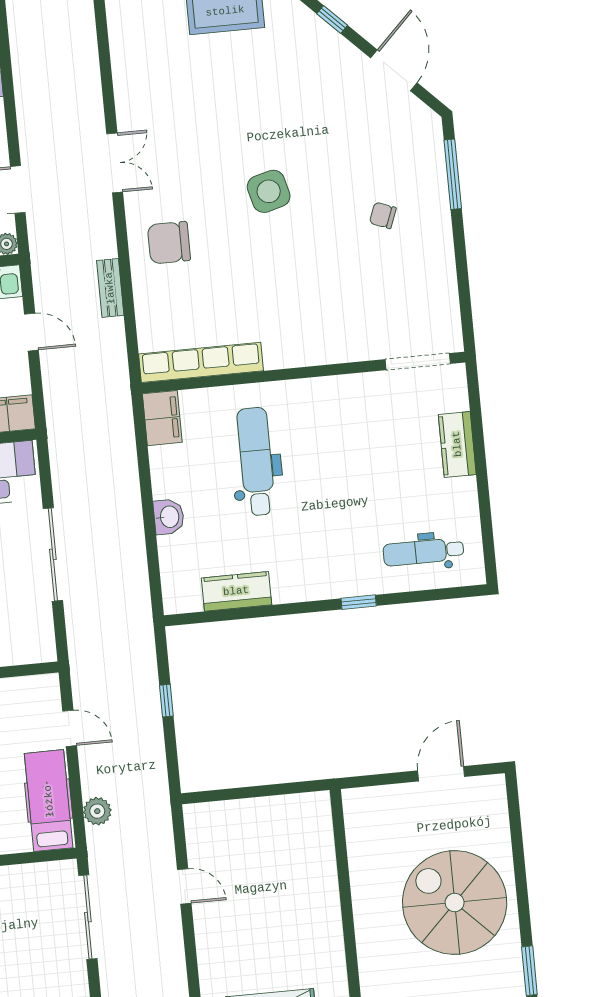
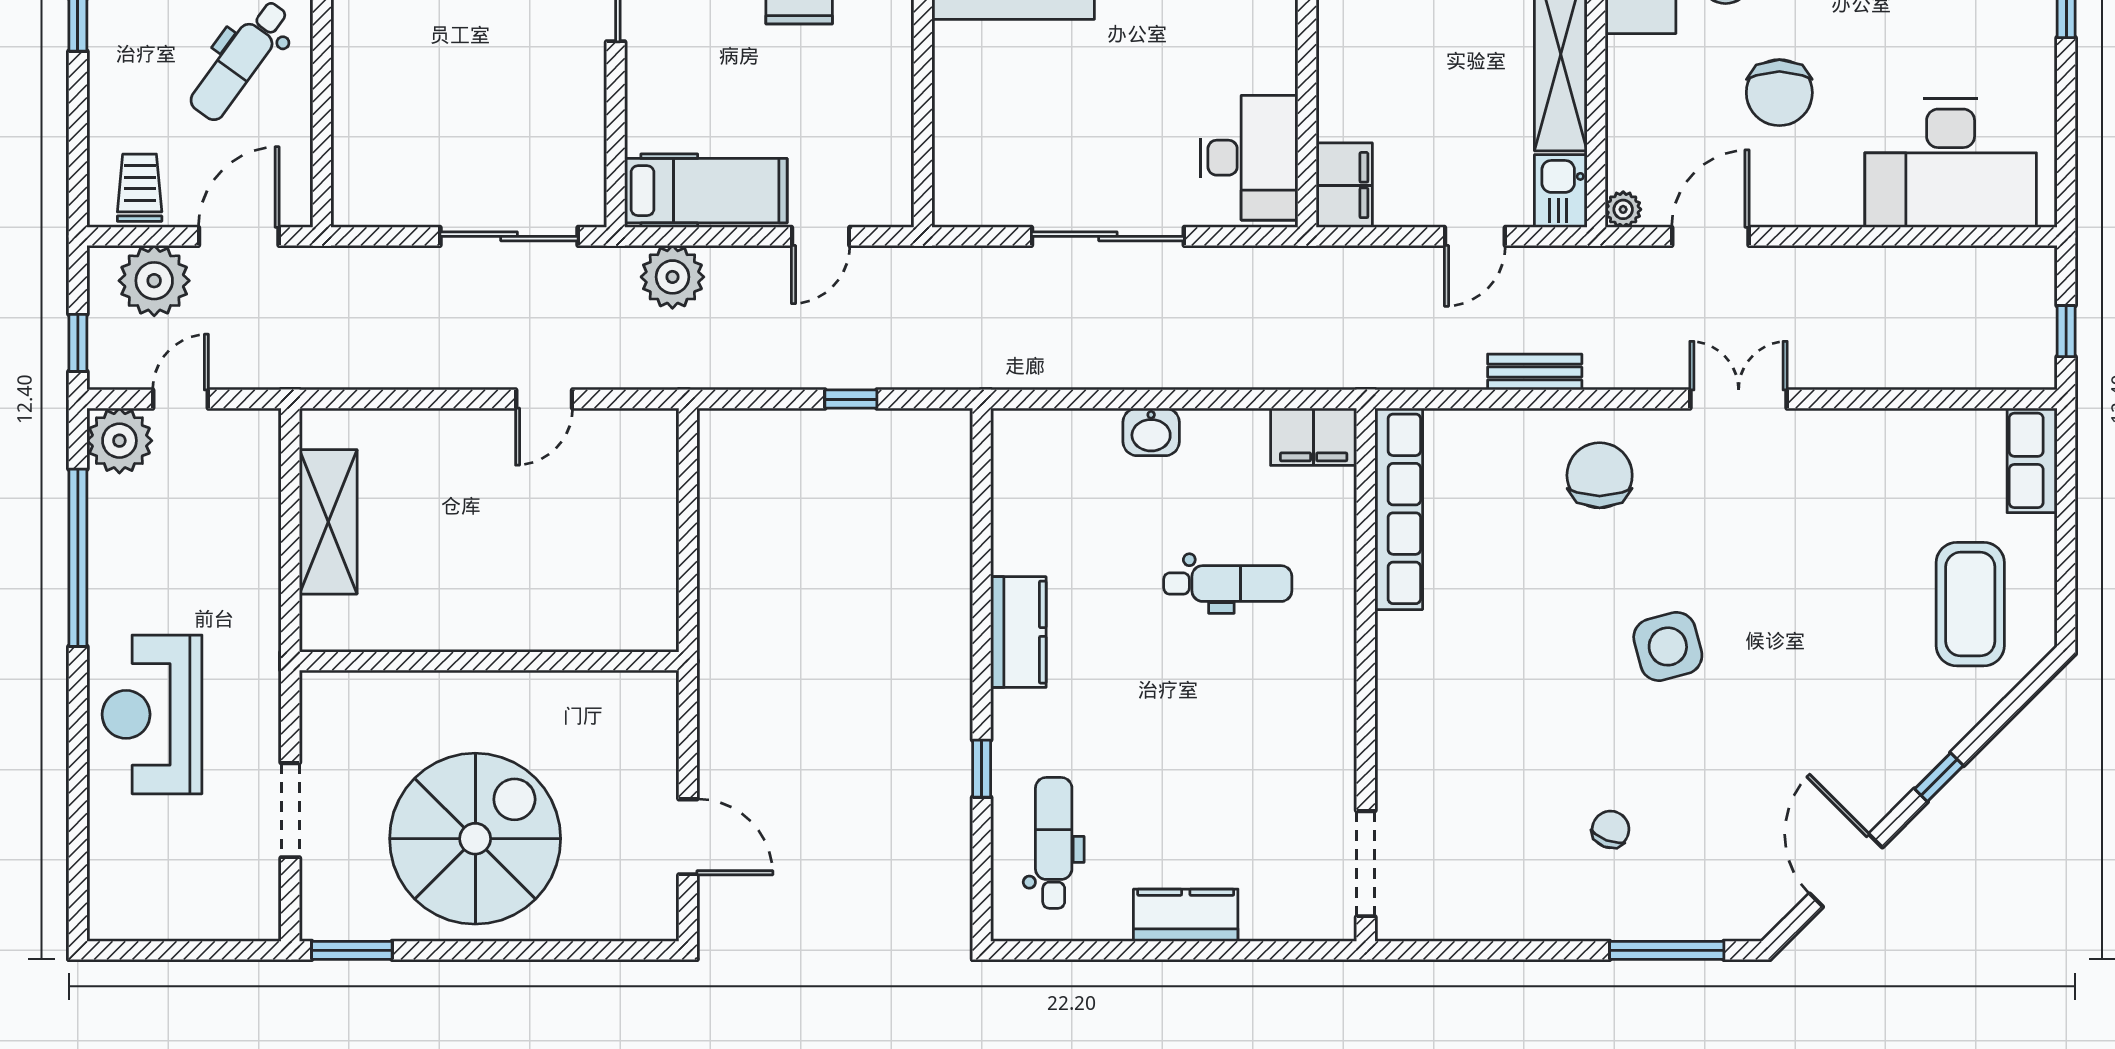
door: (394, 70) -> (1846, 870), swing flipped
double door: (115, 163) -> (1739, 399), swing flipped
kitchen counter: (457, 444) -> (1186, 915), moved
dental chair: (256, 462) -> (1228, 584), width x0.73, depth x0.72
kitchen counter: (236, 591) -> (1018, 632), moved
window: (359, 602) -> (982, 769), moved
plant: (97, 811) -> (672, 277), width x1.36, depth x1.36

